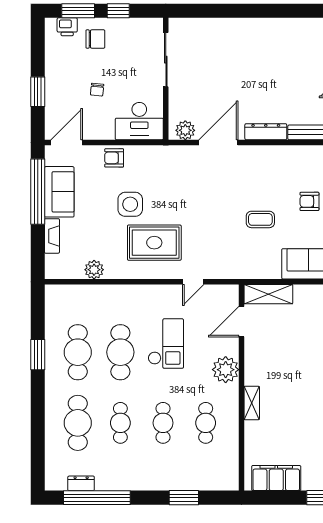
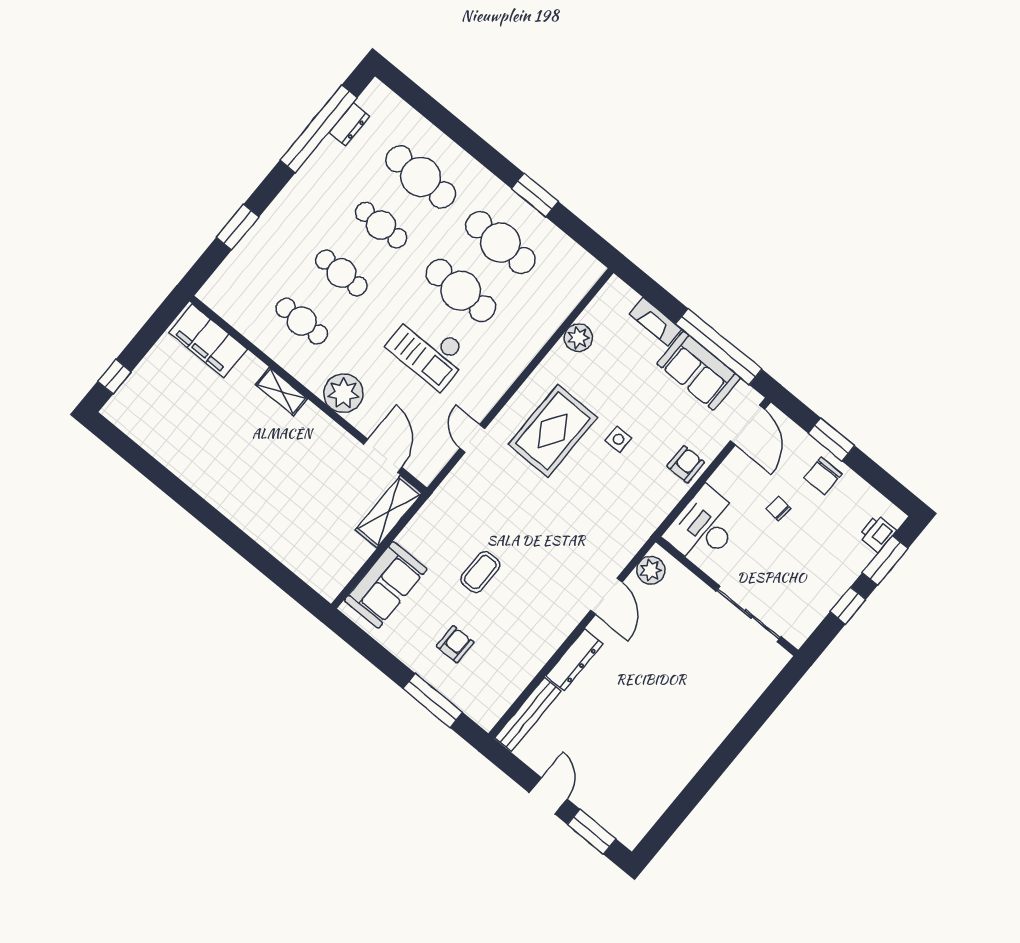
chair: (95, 39) -> (823, 476), moved
door: (218, 142) -> (606, 596), width x0.73
side table: (130, 204) -> (618, 439), width x0.54, depth x0.54
filing cabinet: (276, 478) -> (208, 341), moved, turned 90

